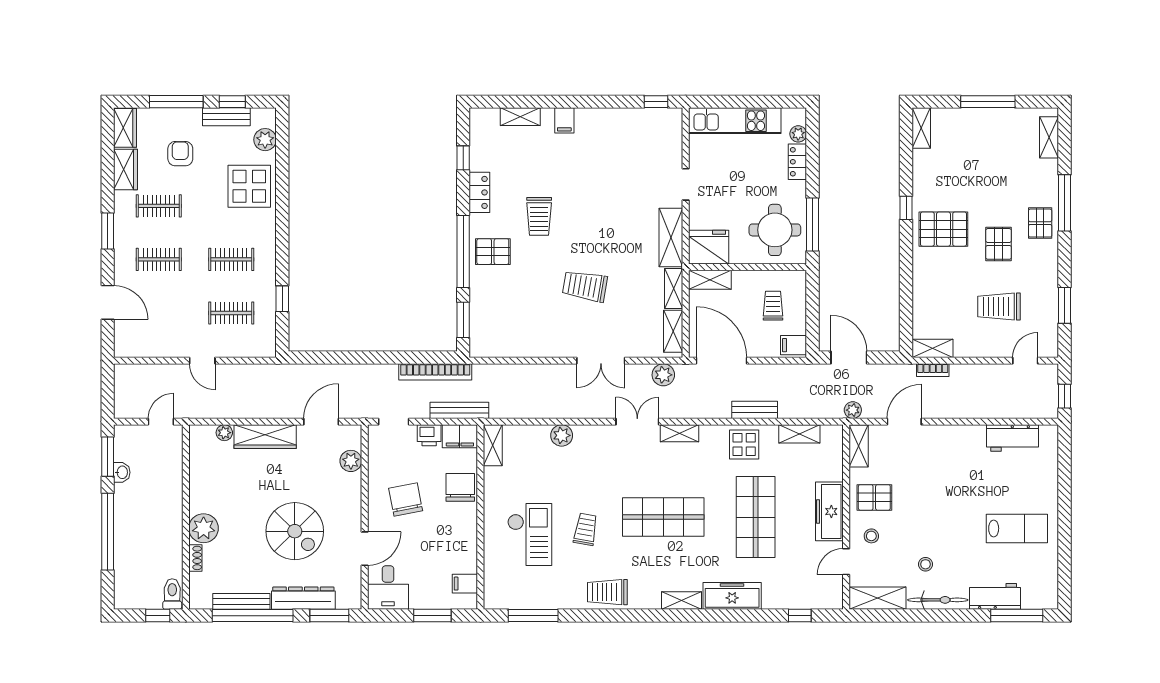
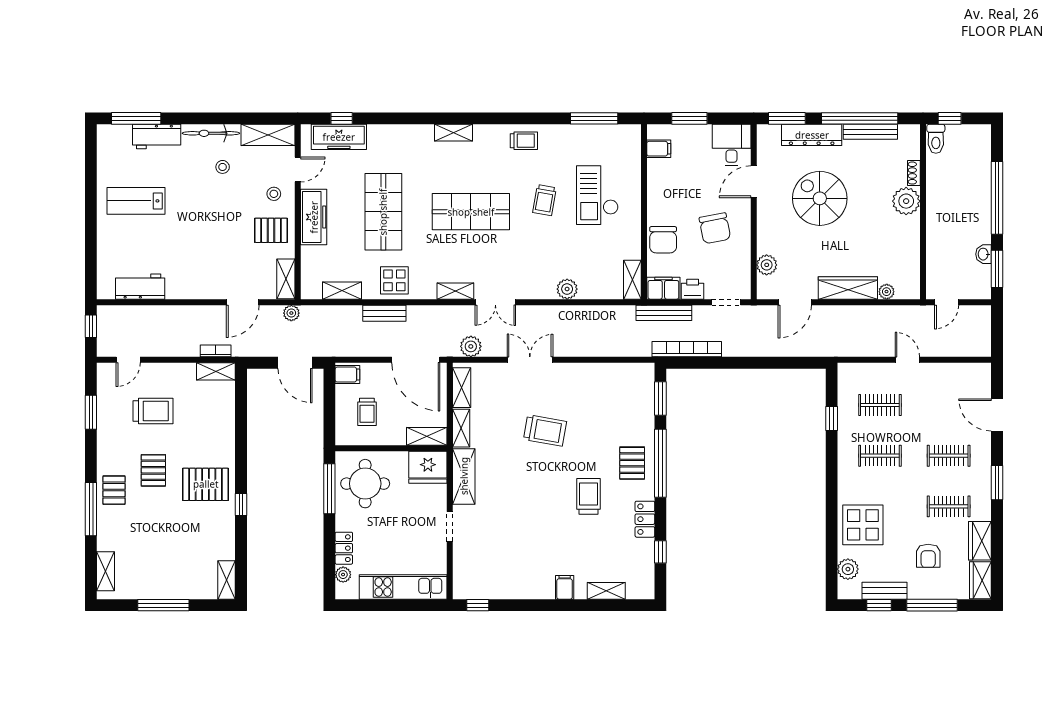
pallet: (493, 252) -> (632, 463), turned 90
trolley: (607, 592) -> (524, 141), width x0.73, depth x0.72
freezer: (732, 596) -> (339, 137), moved

